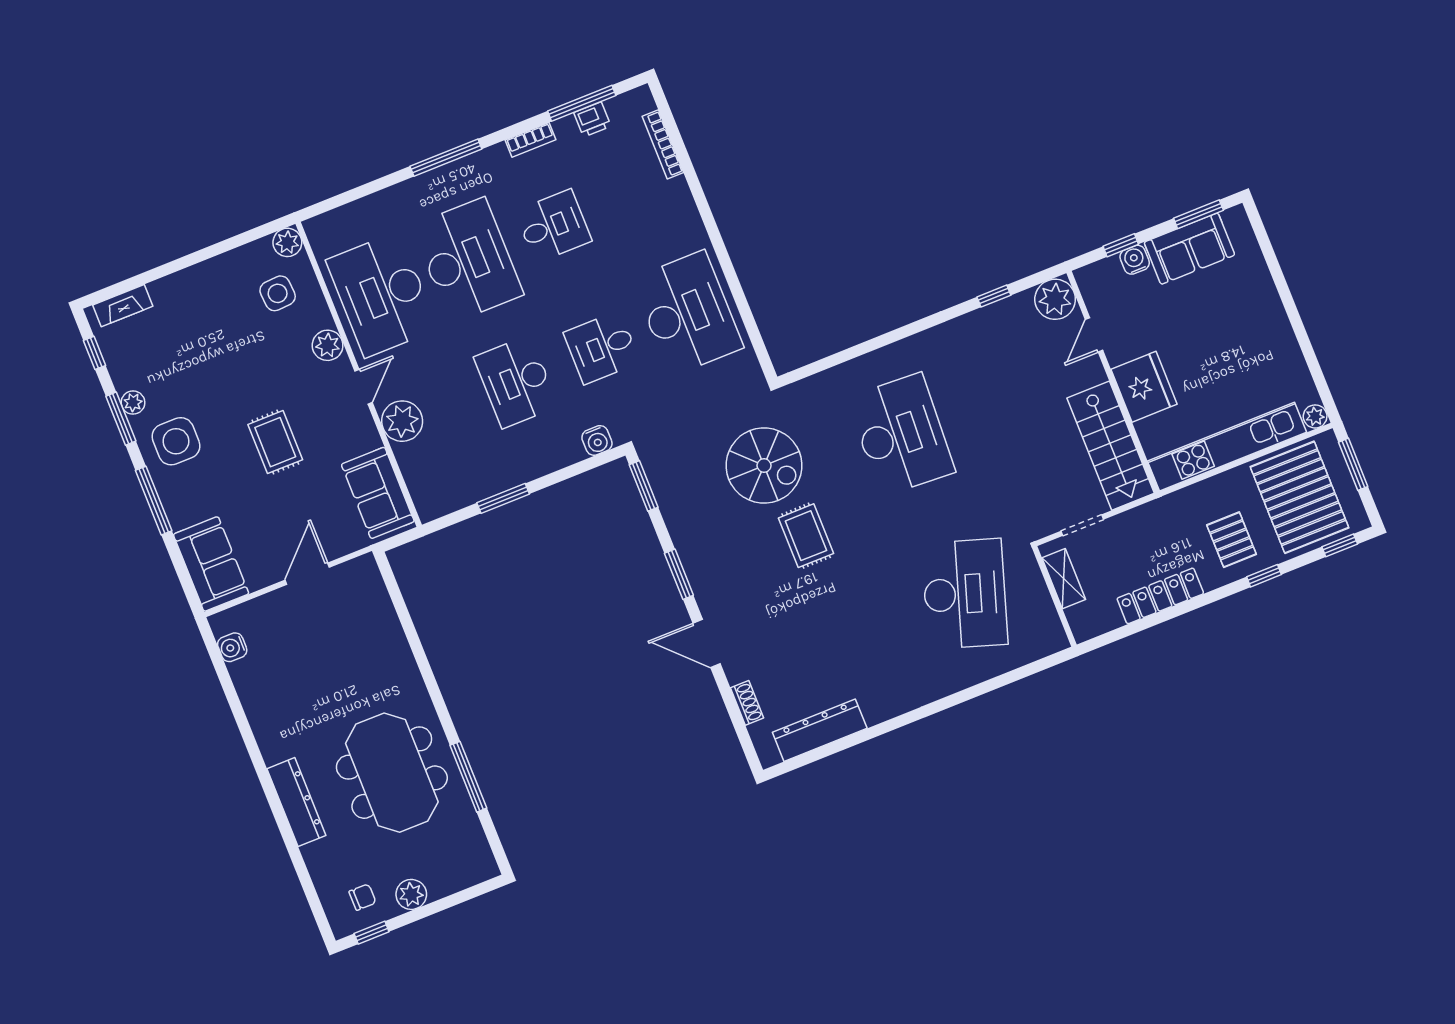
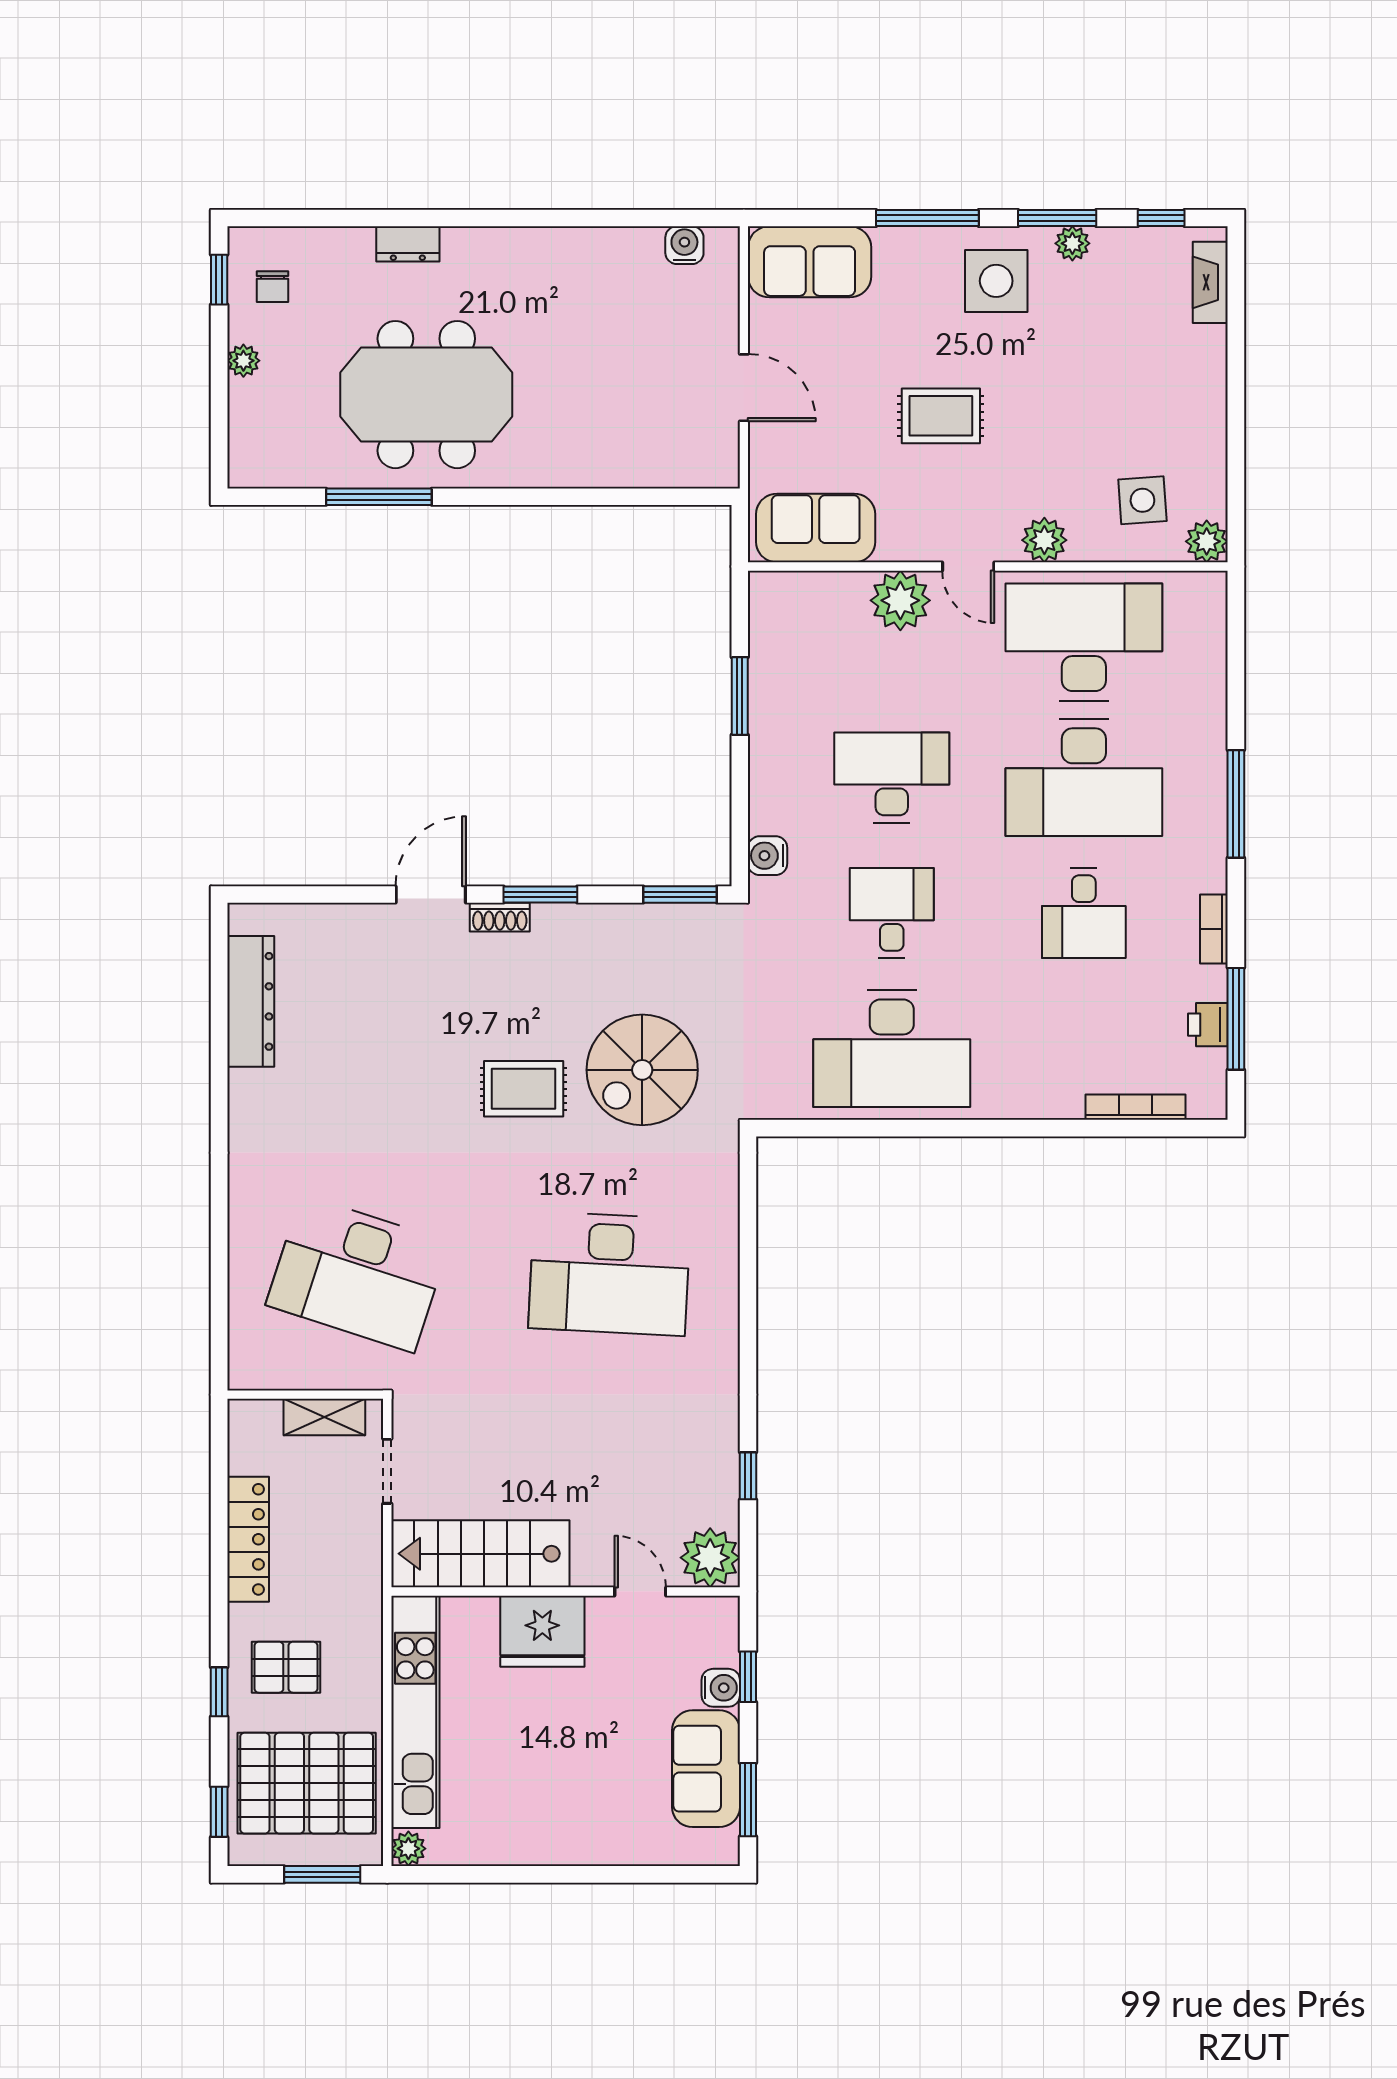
shoe rack: (747, 703) -> (500, 917), moved
dresser: (296, 802) -> (408, 244), width x0.51, depth x0.80
plant: (411, 894) -> (243, 361), width x0.73, depth x0.73

